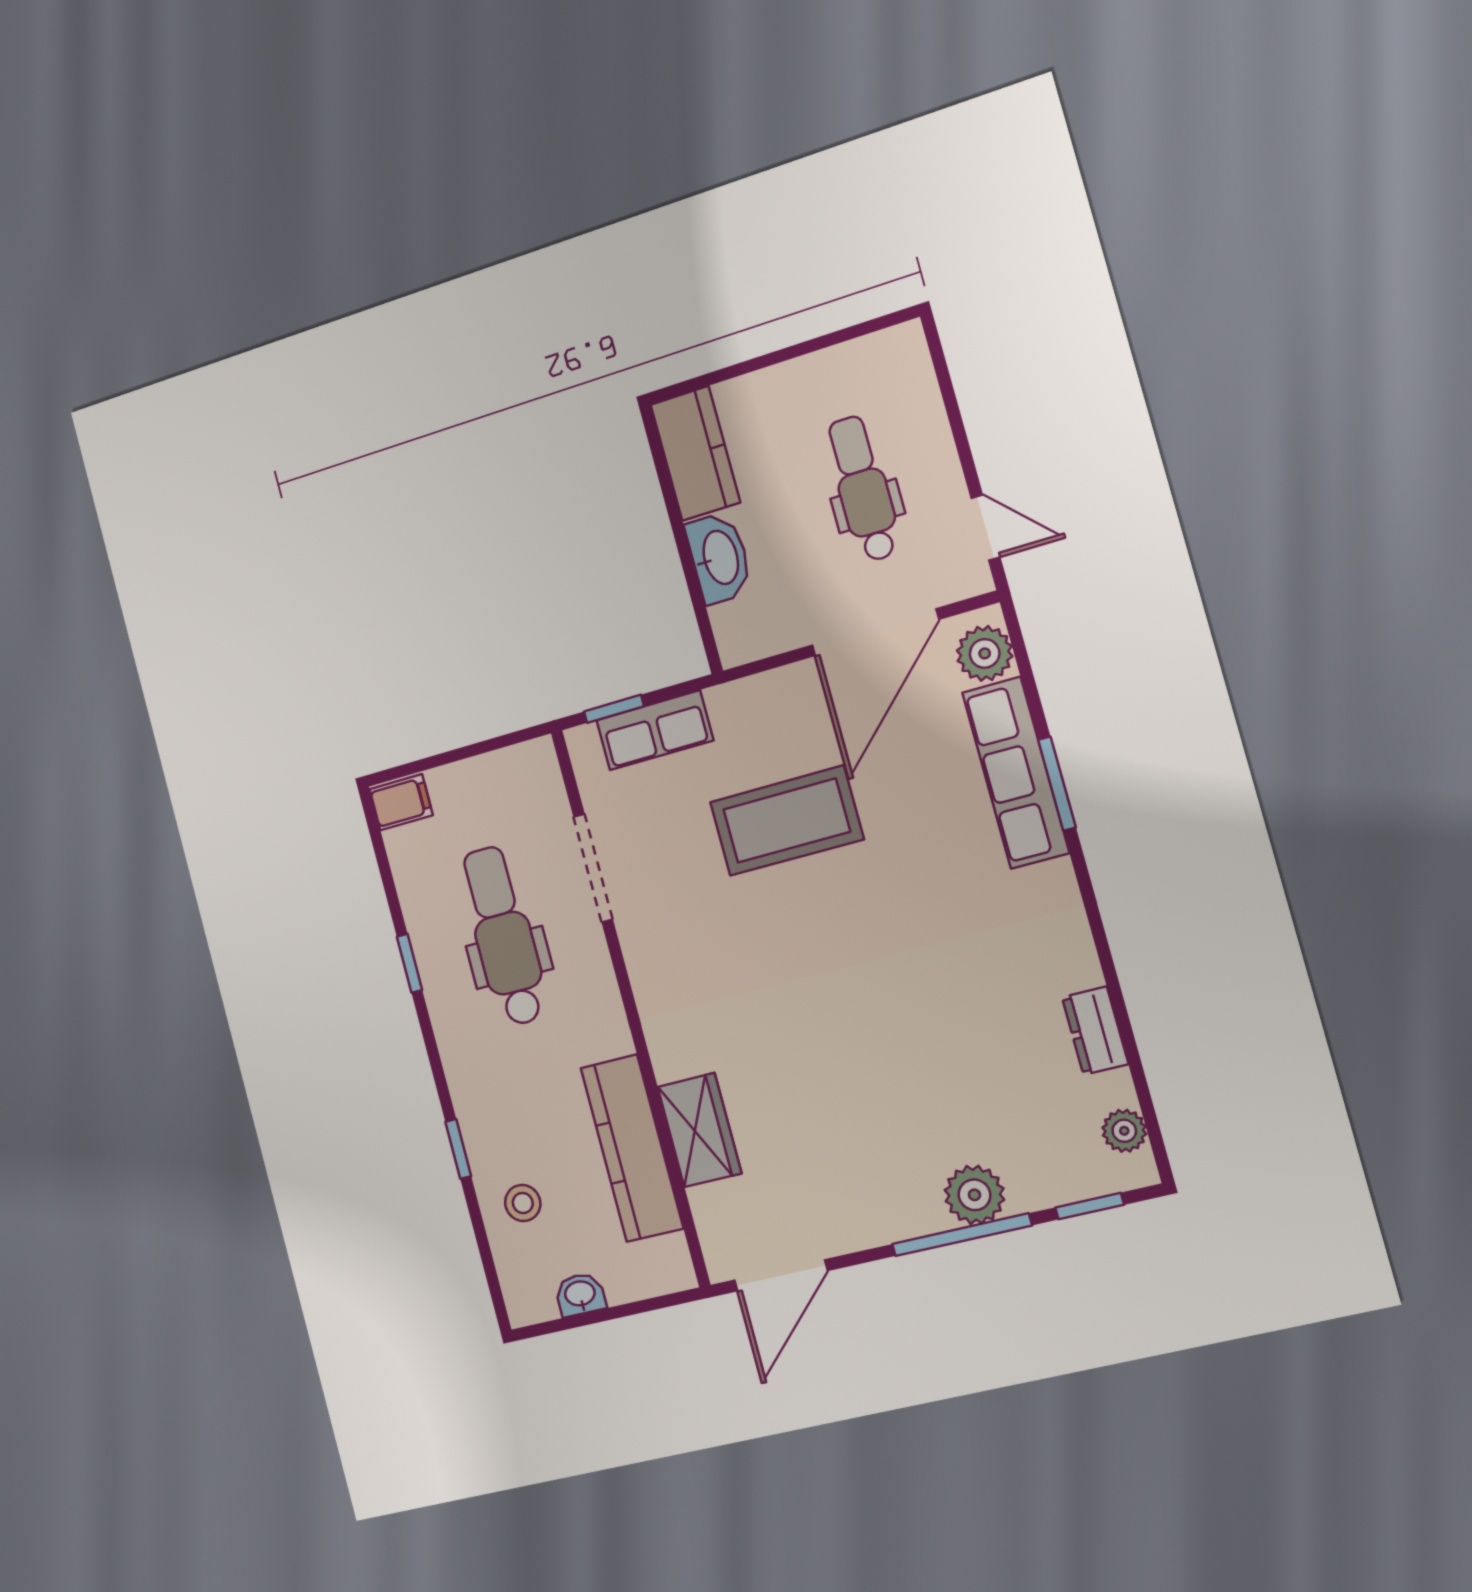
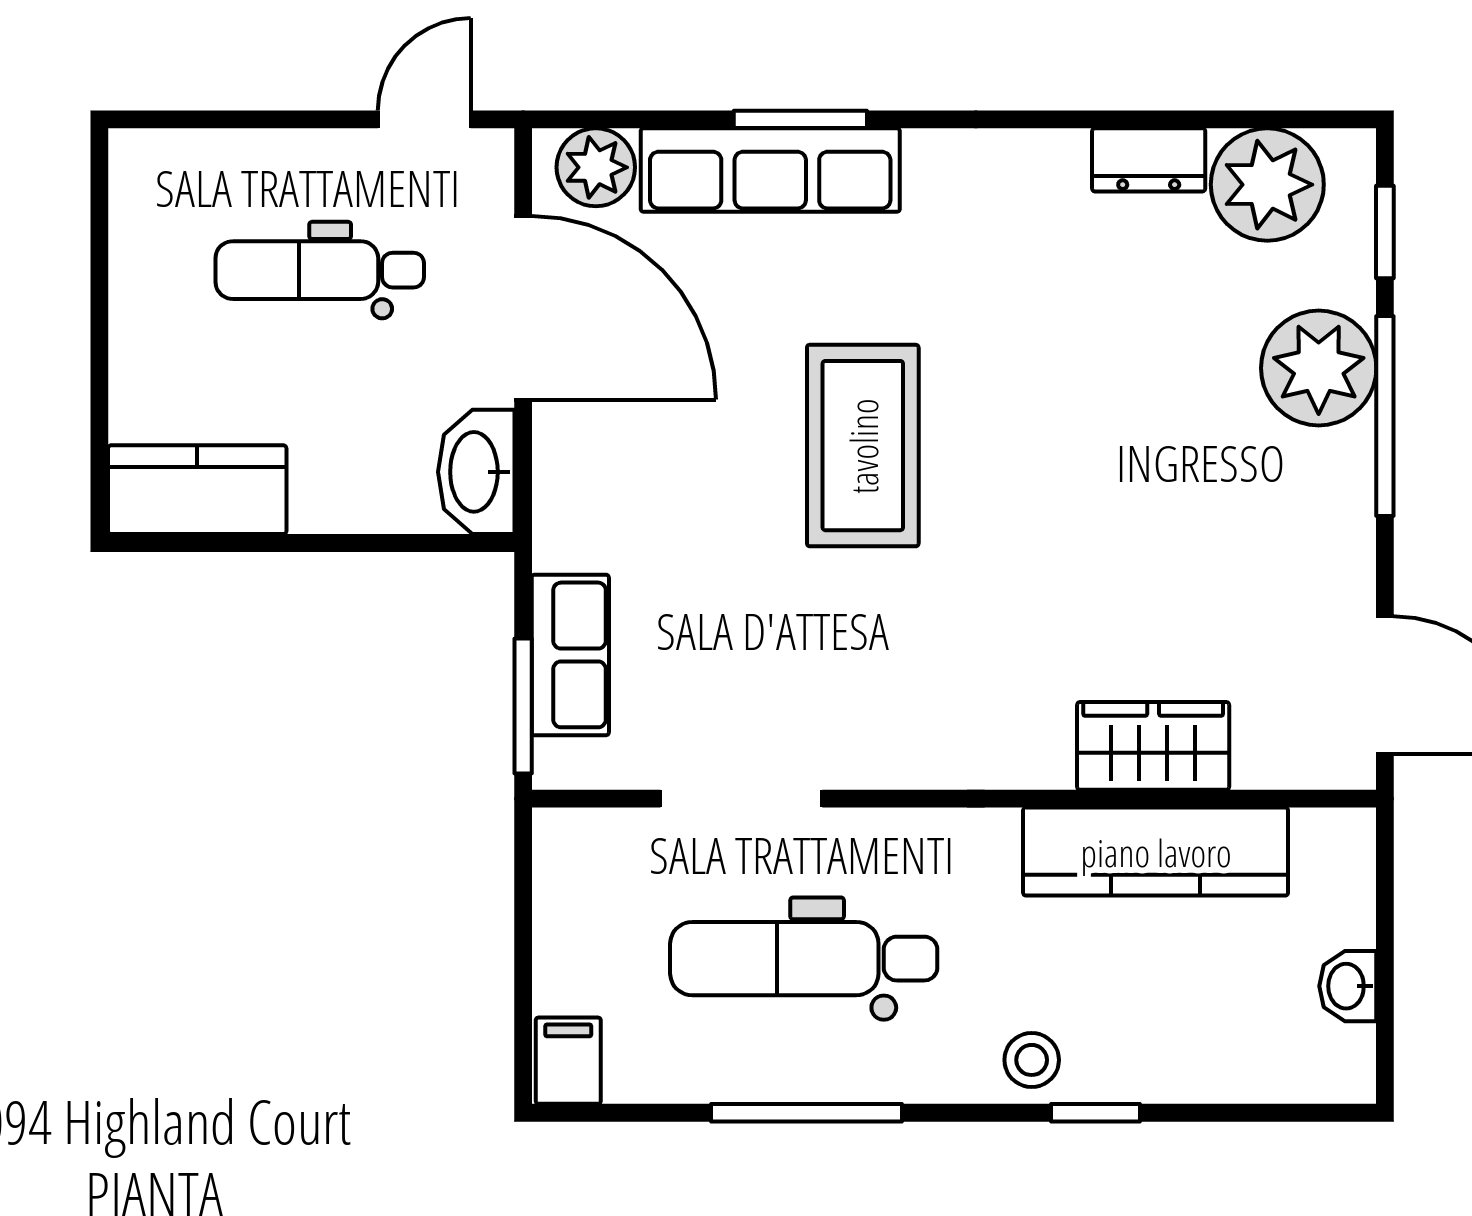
washbasin: (719, 558) -> (476, 472), moved, turned -90
window: (614, 709) -> (523, 706), width x1.50
coffee table: (787, 821) -> (863, 446), moved
window: (410, 963) -> (807, 1113), width x2.17
plant: (1124, 1131) -> (1267, 185), width x1.88, depth x1.88
plant: (974, 1195) -> (1319, 368), width x1.36, depth x1.36
stool: (523, 1203) -> (1032, 1060), moved

